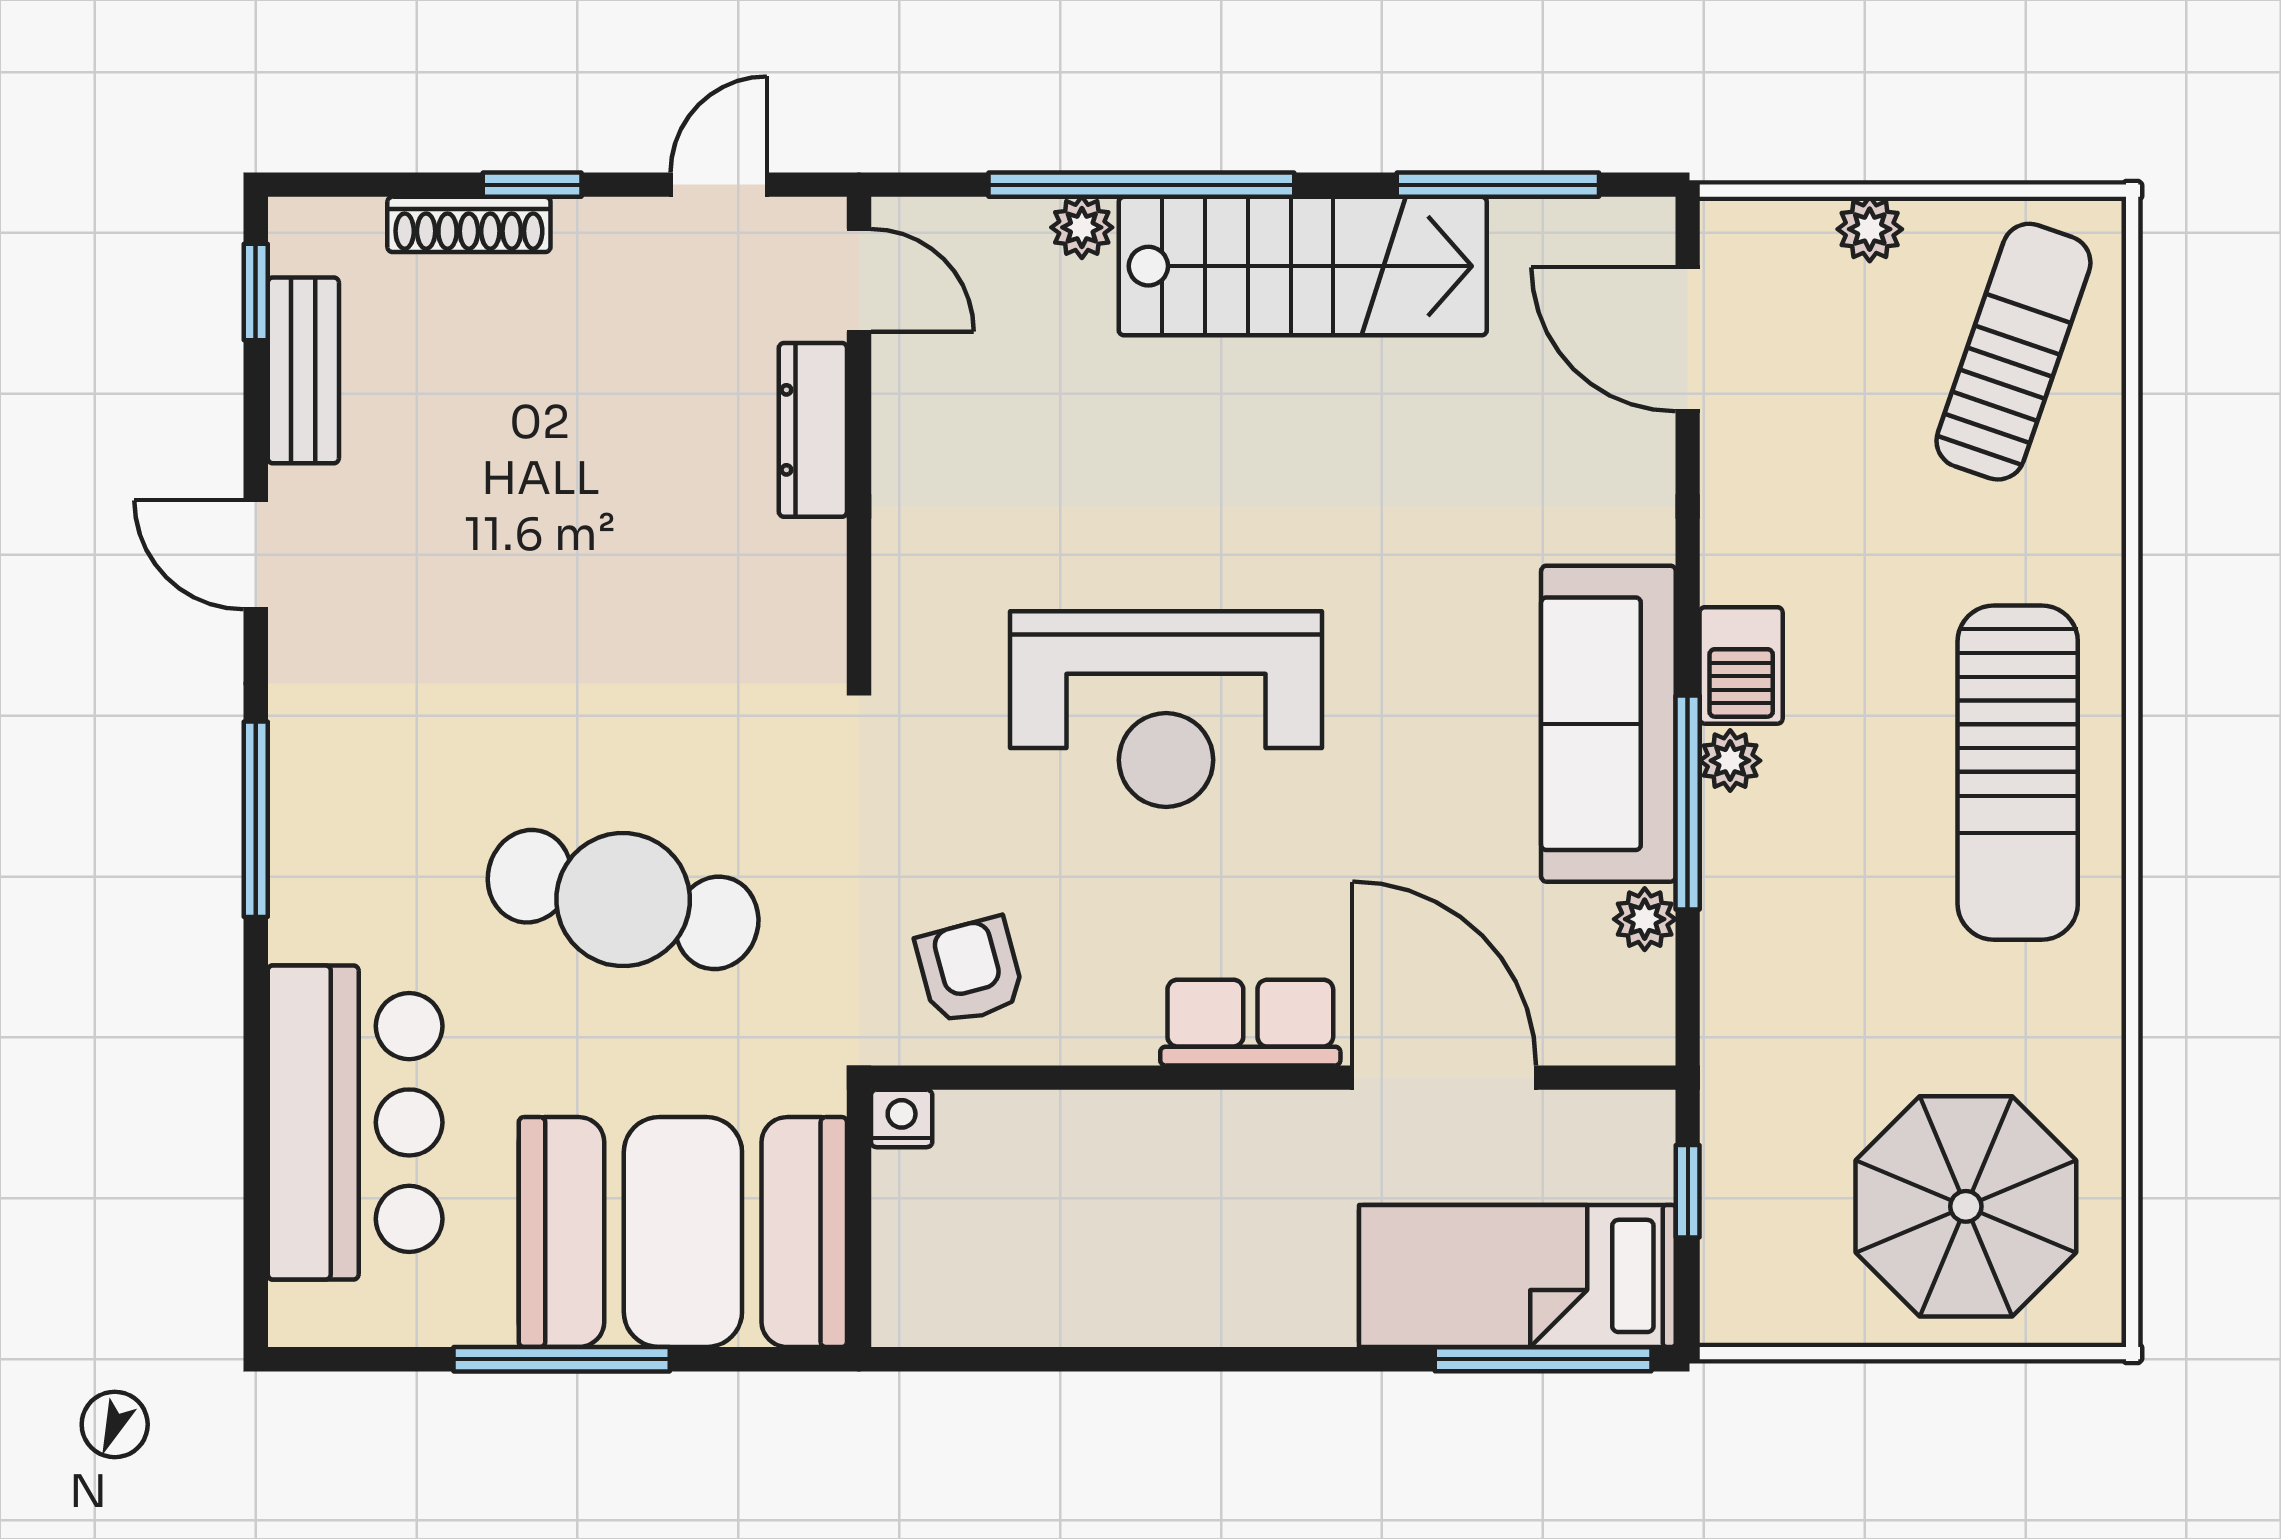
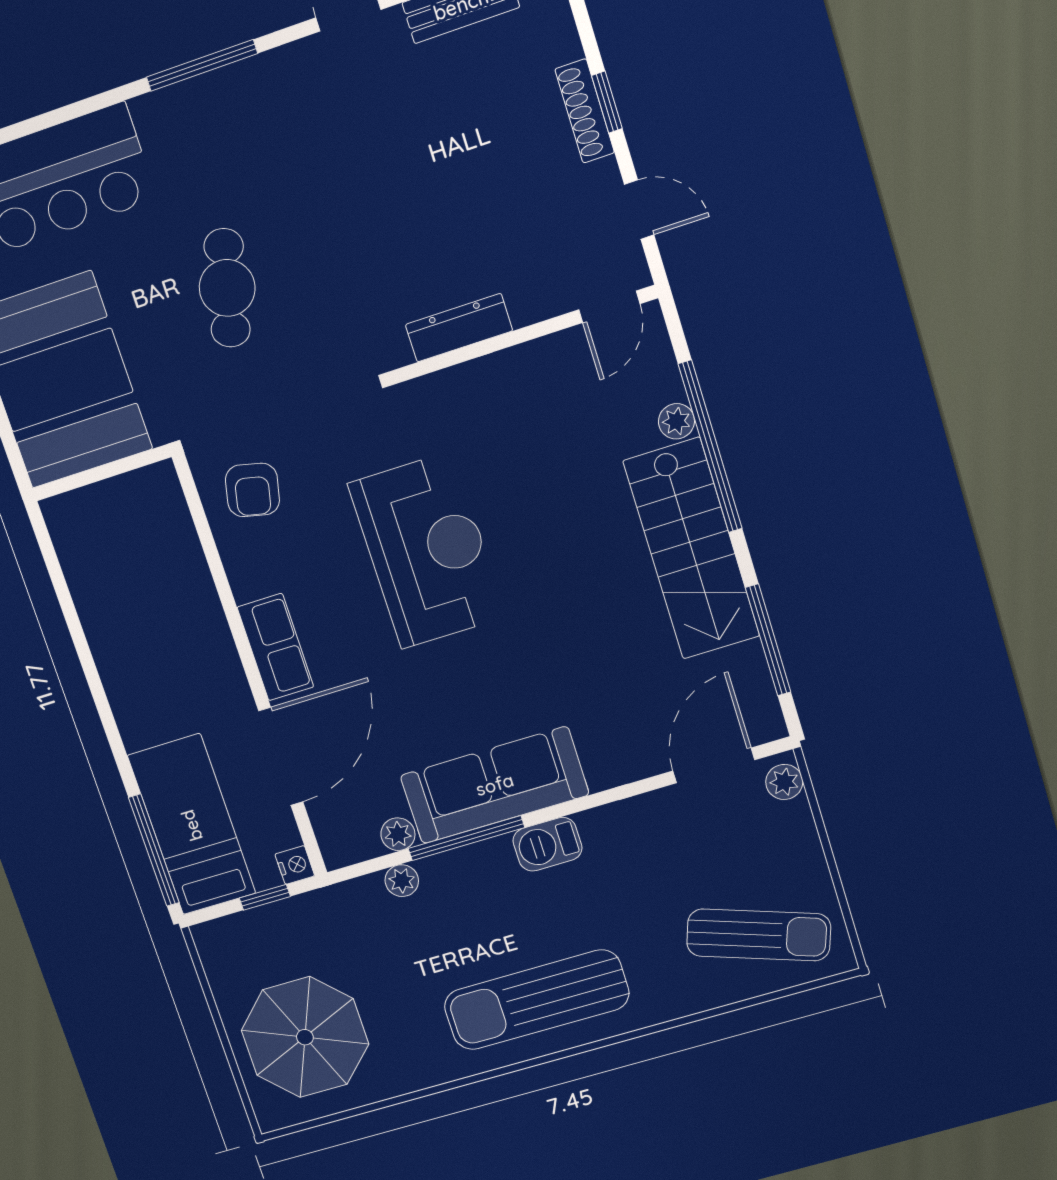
shoe rack: (469, 224) -> (585, 111), moved
plant: (1870, 229) -> (784, 782), moved
dresser: (813, 430) -> (459, 328), moved
reception desk: (1166, 709) -> (427, 550), turned 180
plant: (1730, 761) -> (402, 881), moved
cafe table: (623, 900) -> (227, 288), width x0.73, depth x0.74
armchair: (970, 971) -> (252, 490), turned 118
nightstand: (902, 1118) -> (295, 865), moved

